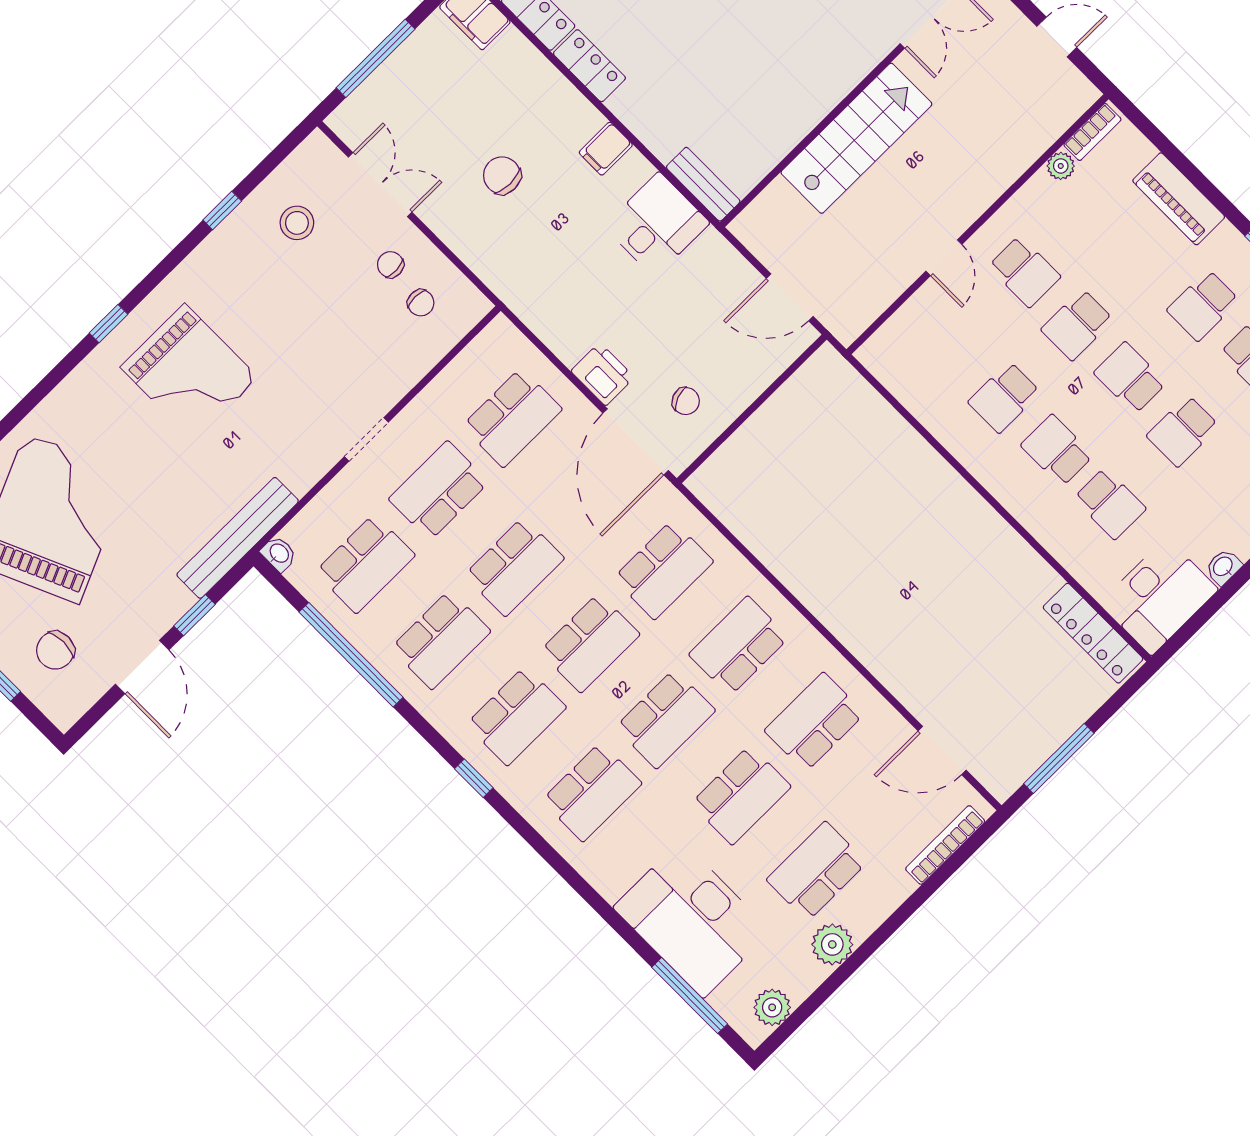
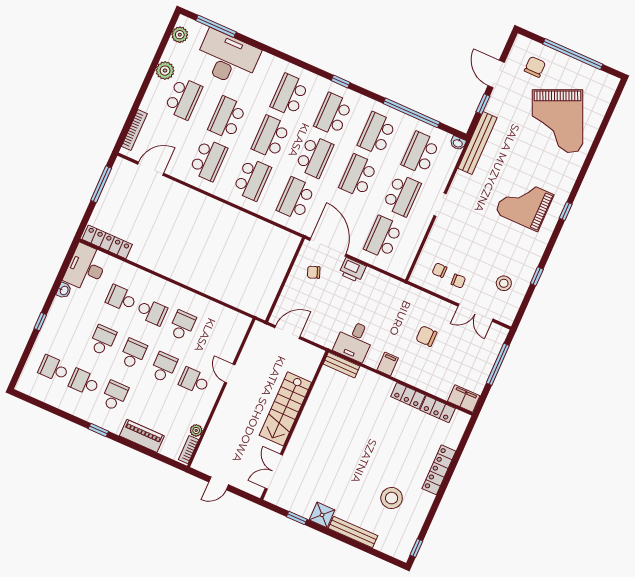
chair: (502, 175) -> (426, 336), turned 180
school desk: (1130, 378) -> (133, 354), turned -90
school desk: (590, 643) -> (314, 156), turned 180

